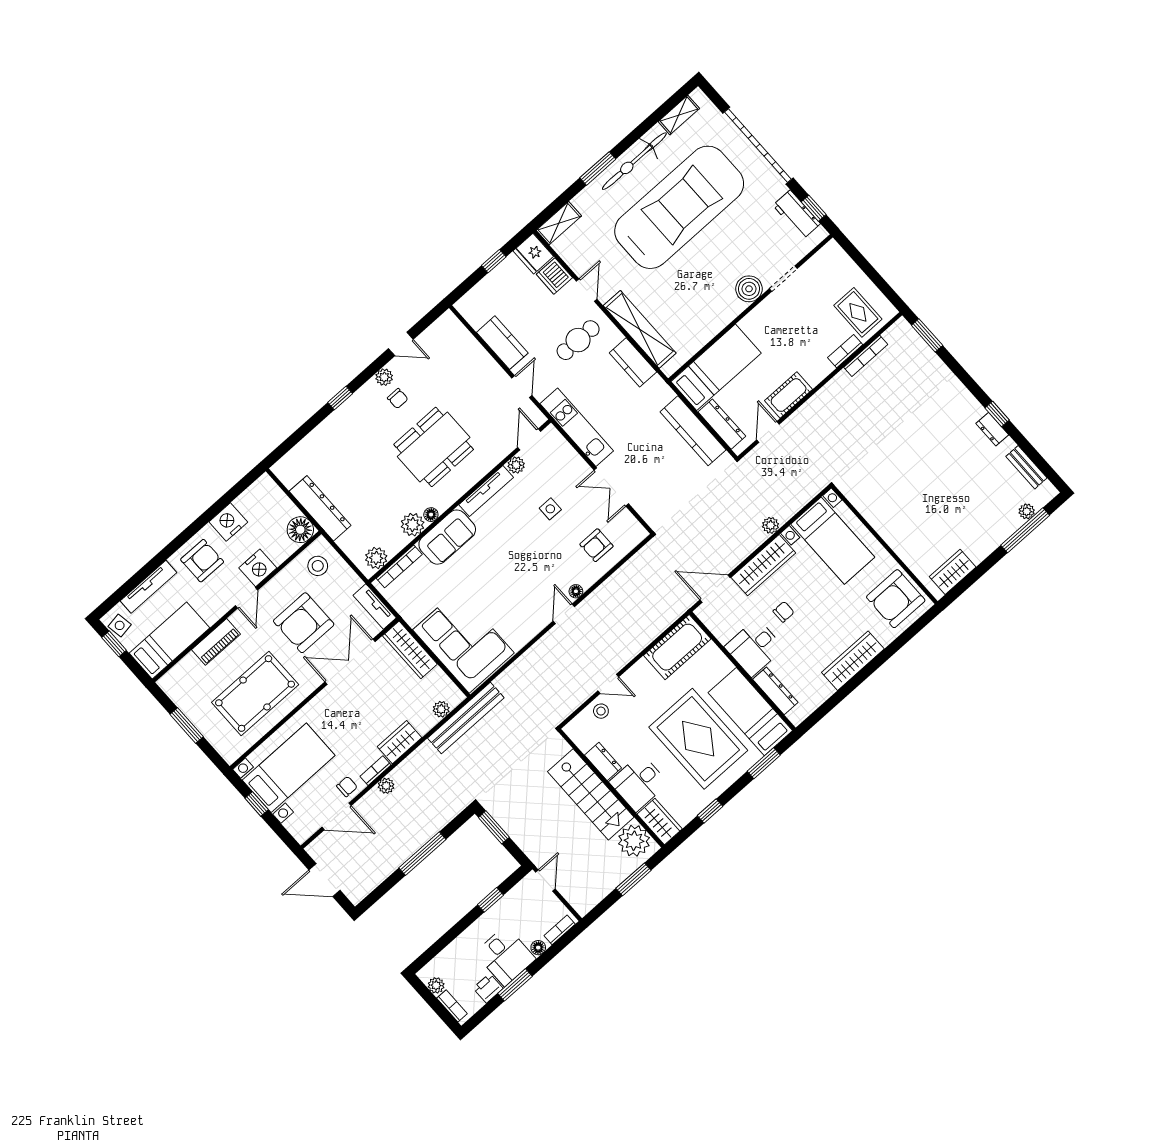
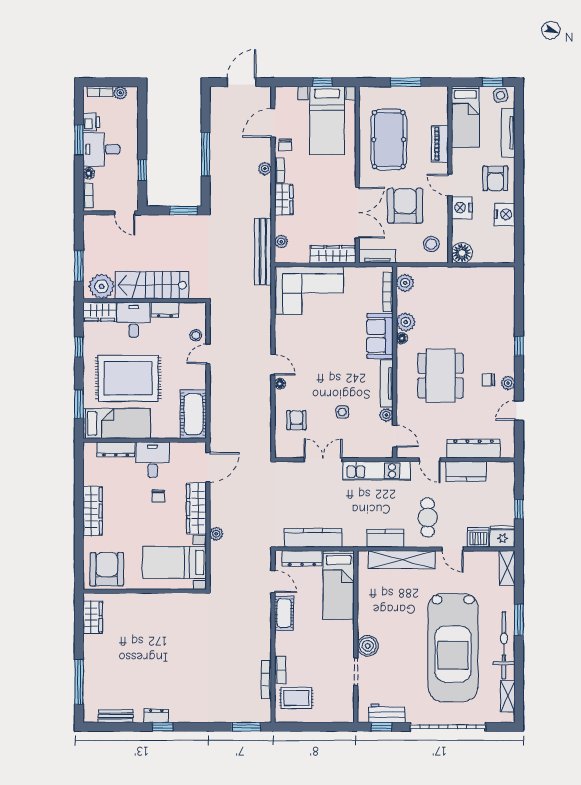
dresser: (320, 508) -> (474, 449), moved, turned 180
plant: (1027, 511) -> (89, 693), removed

